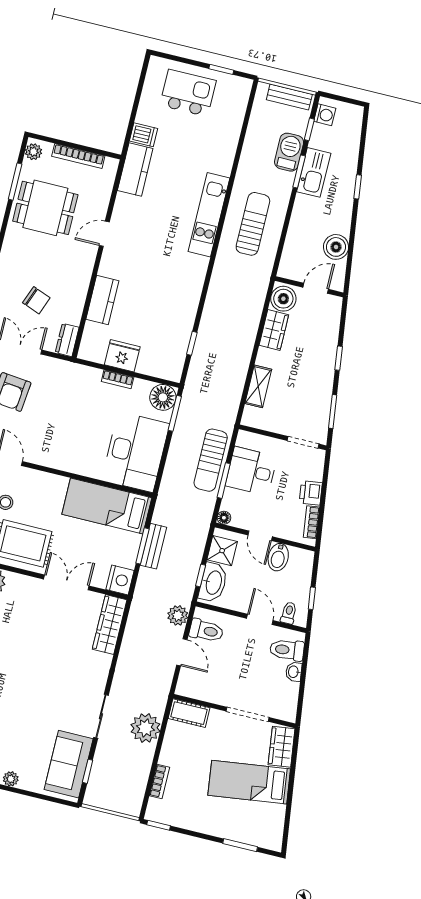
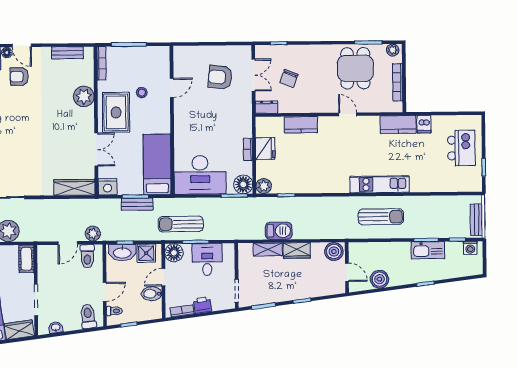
barbecue: (289, 152) -> (279, 231), moved
wardrobe: (274, 330) -> (297, 250), moved
plant: (172, 371) -> (264, 186), added
sun lounger: (211, 460) -> (181, 224), moved
floor lamp: (224, 518) -> (174, 253), width x1.89, depth x1.89
washbasin: (294, 672) -> (56, 327), moved

